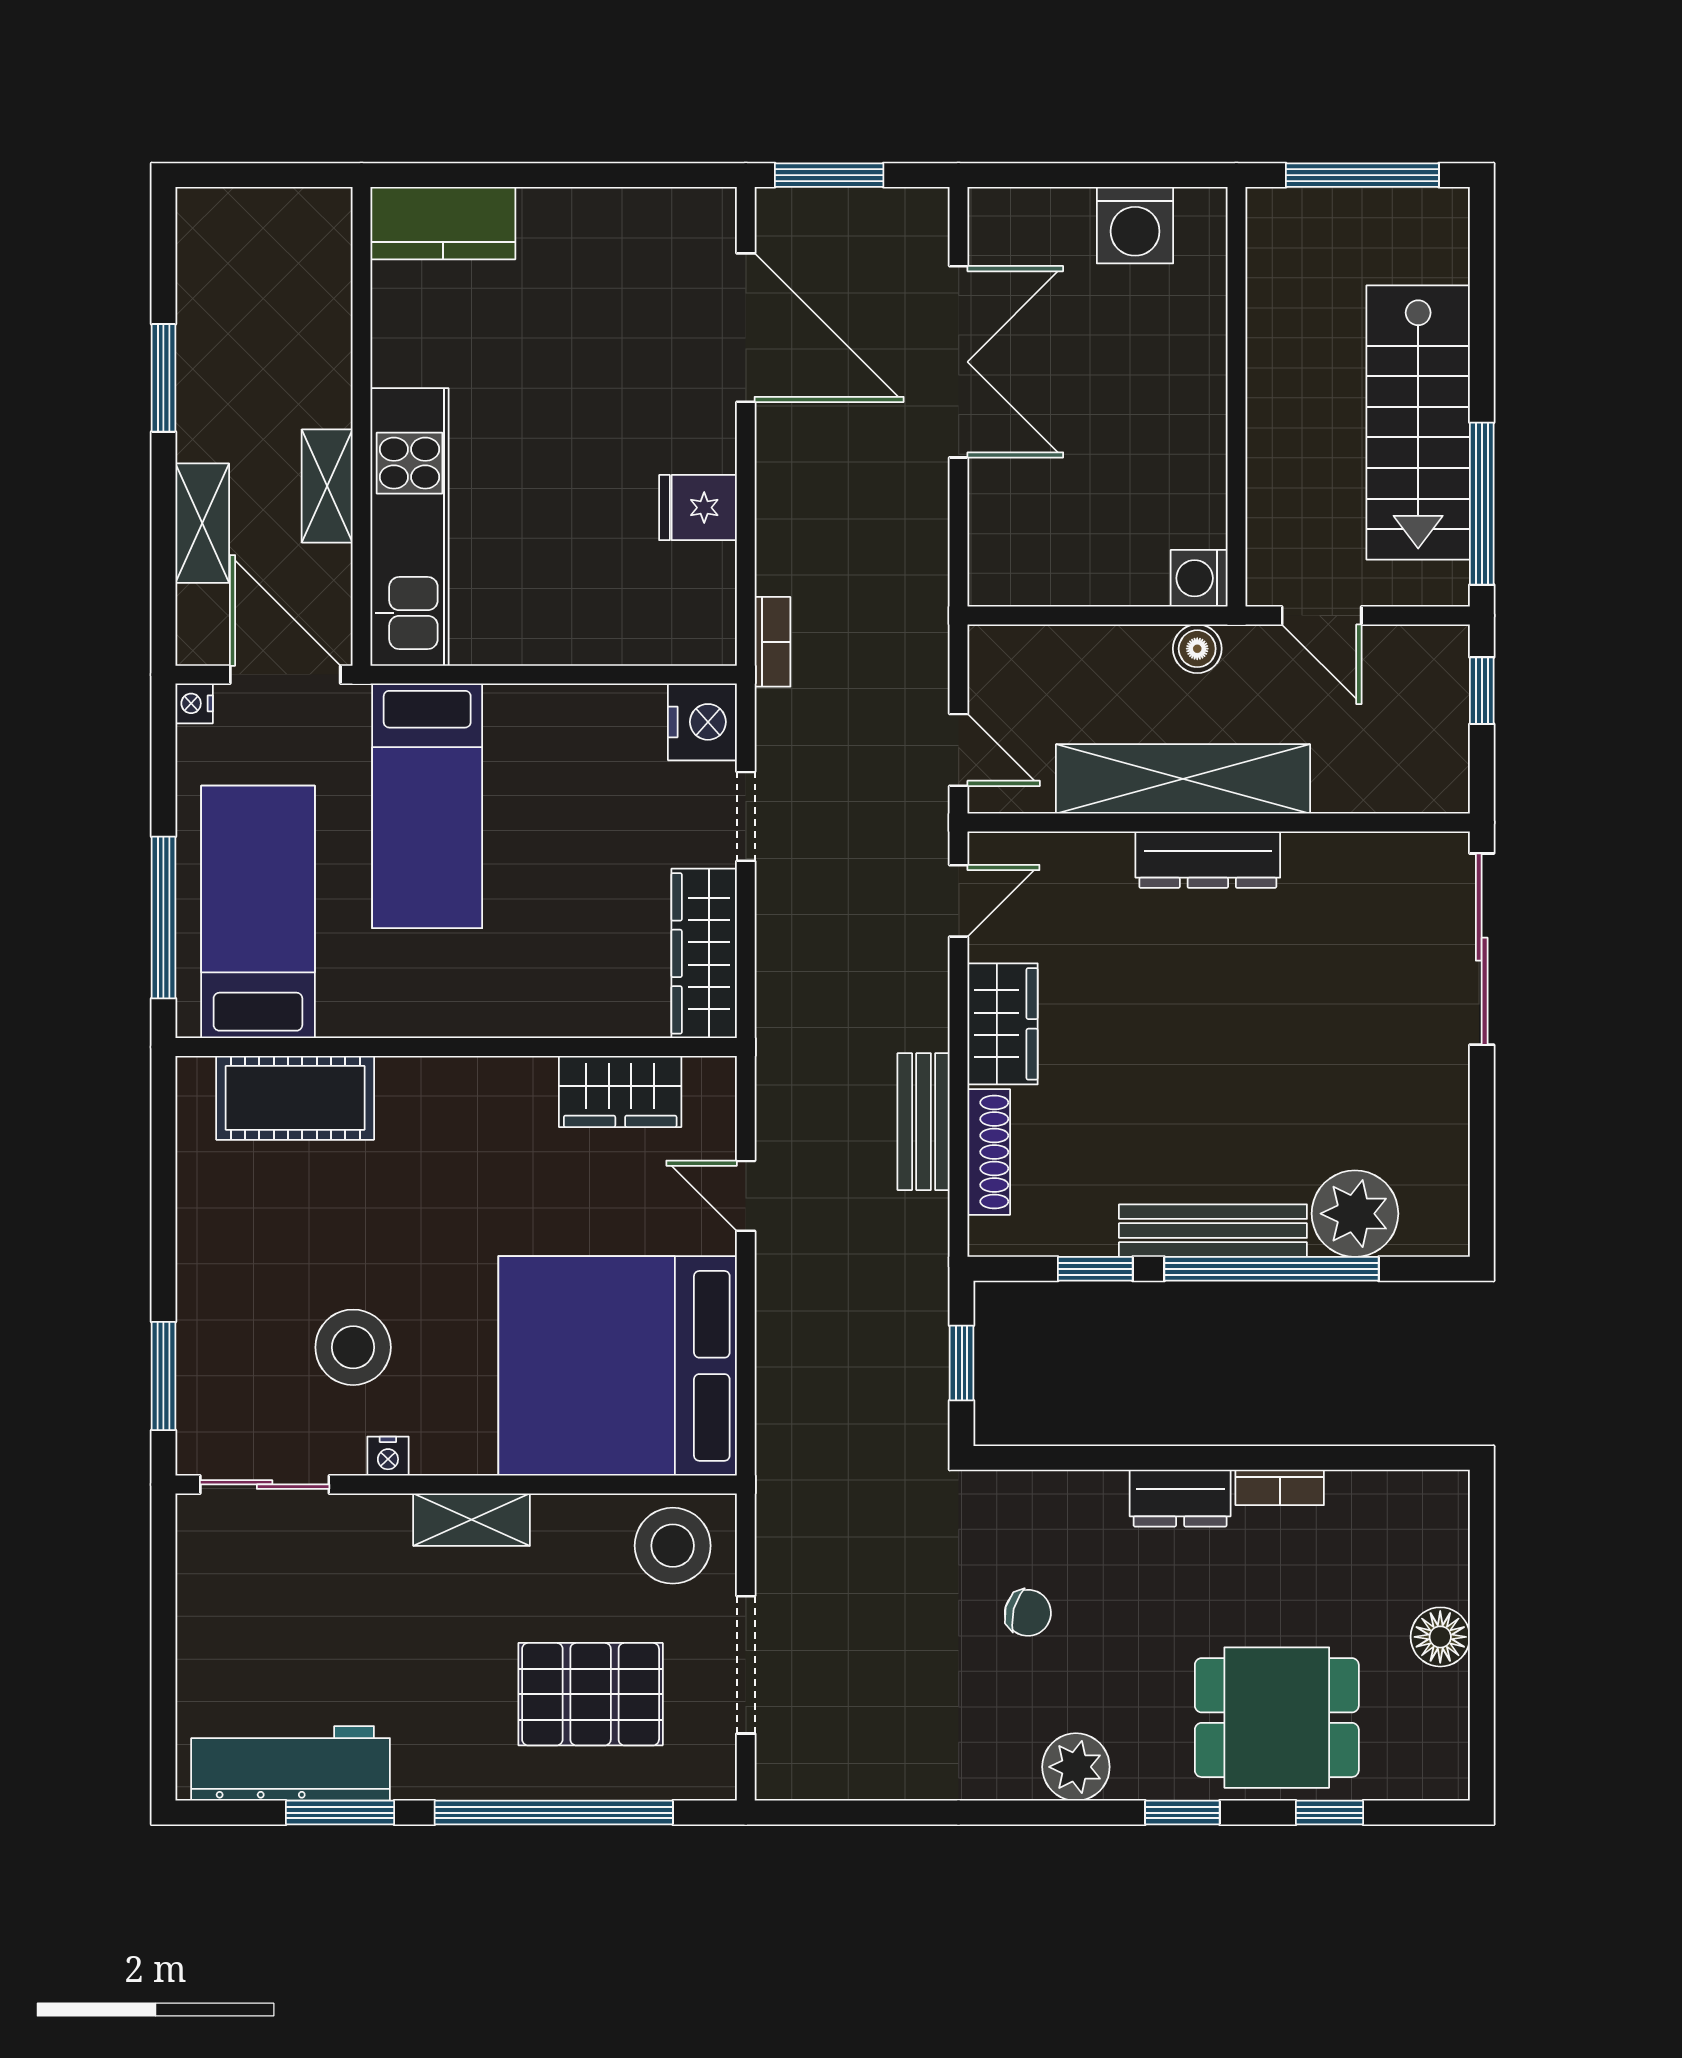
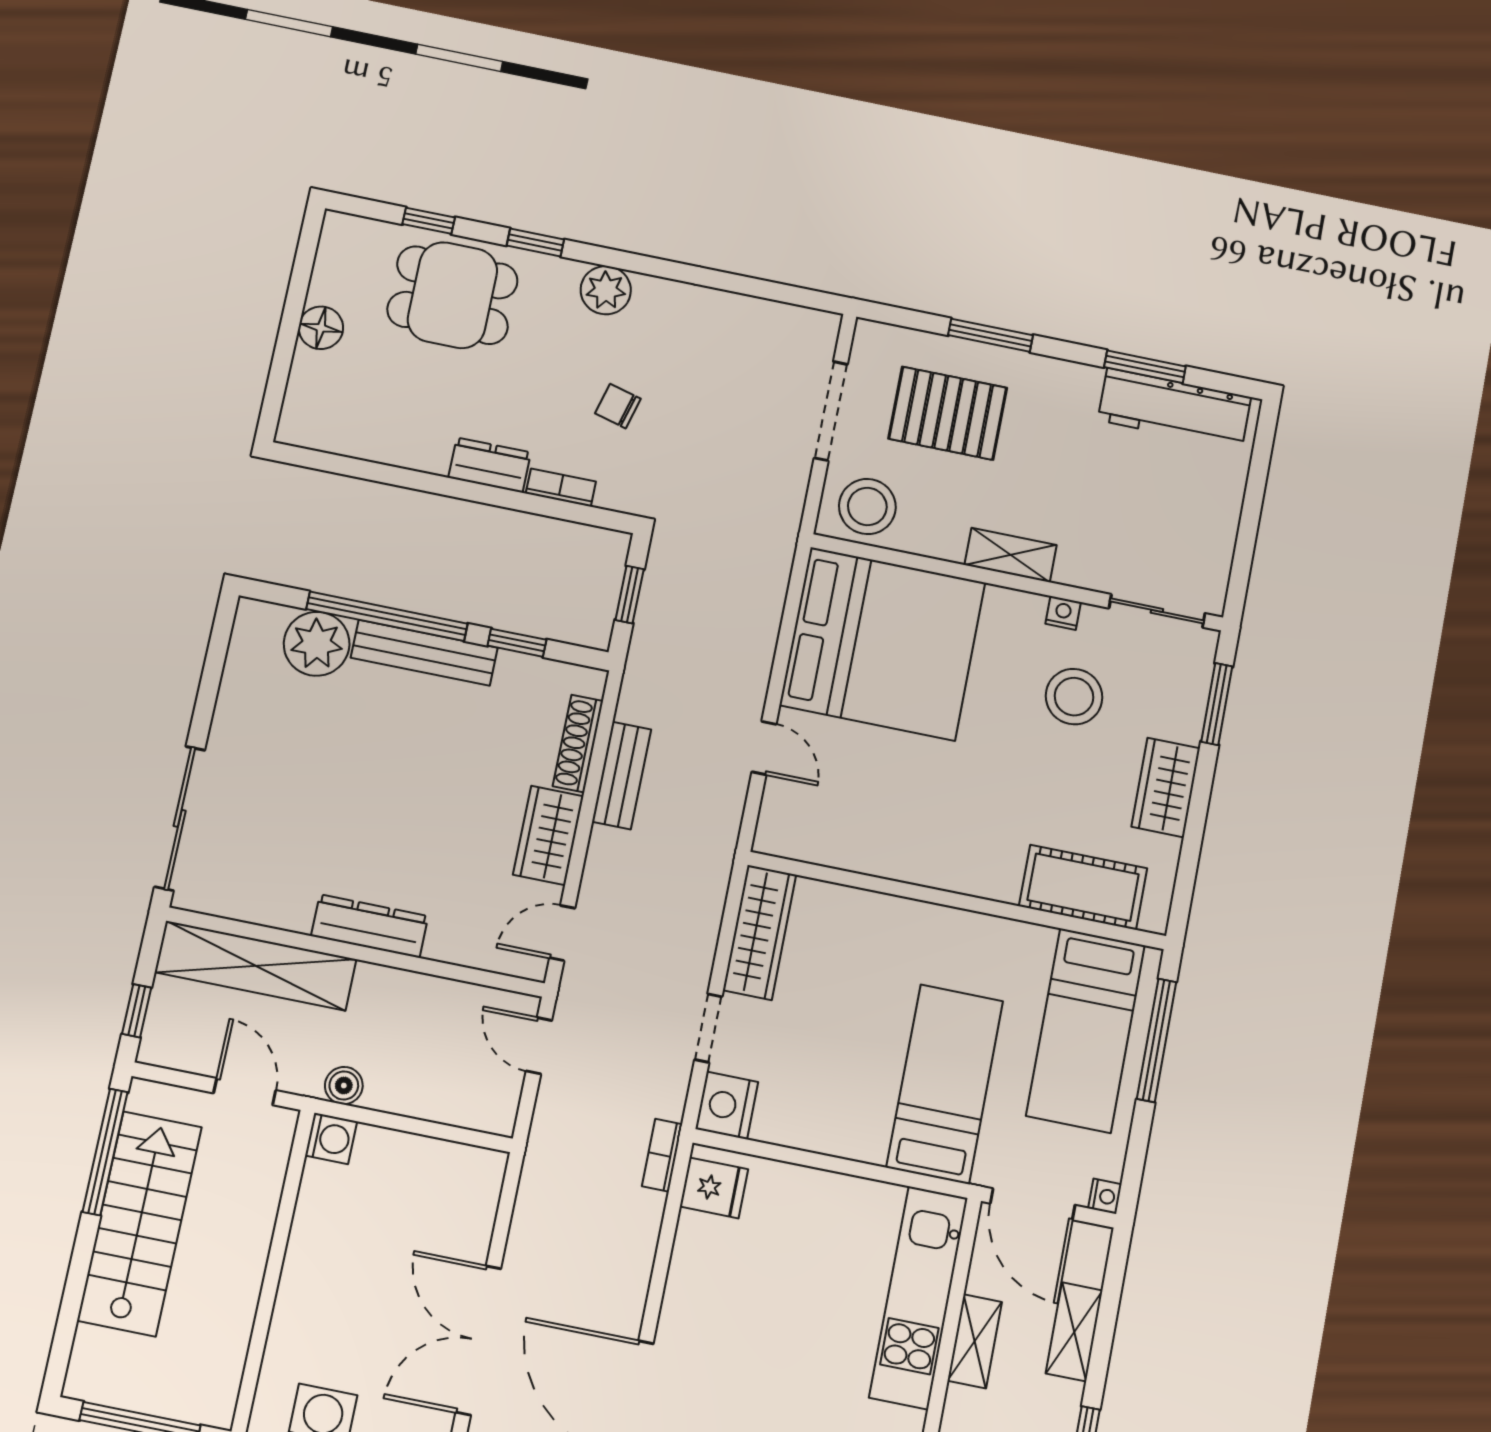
fridge: (698, 508) -> (714, 1188), moved
shelving: (1183, 779) -> (256, 966), moved
wardrobe: (620, 1091) -> (1166, 787), moved, turned -90
bookcase: (1280, 1487) -> (561, 488), moved
window: (554, 1813) -> (990, 335), width x0.47

